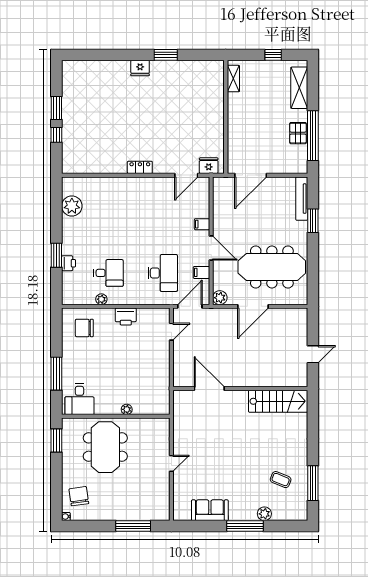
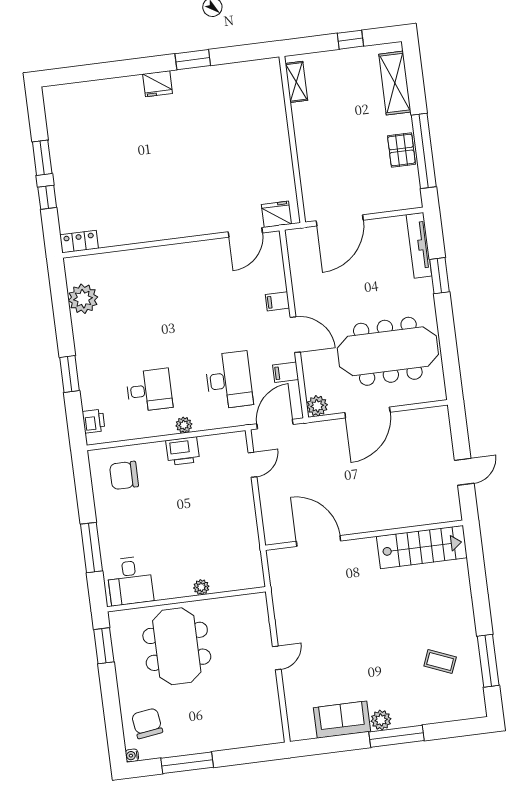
locker: (140, 167) -> (79, 242), moved
printer: (69, 263) -> (94, 421), moved
plant: (101, 299) -> (184, 425), moved
plant: (264, 514) -> (381, 720), moved
window: (133, 526) -> (187, 763), moved

